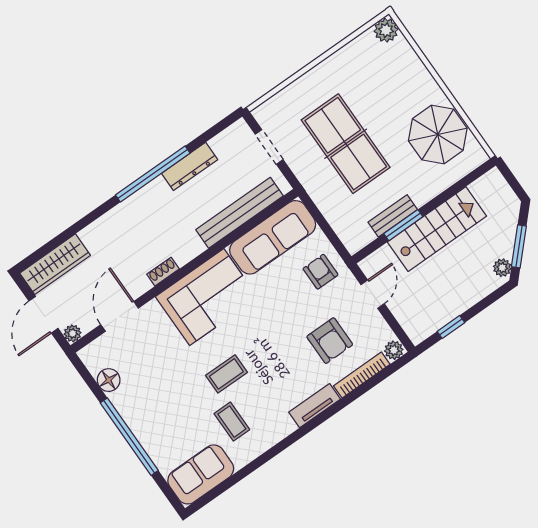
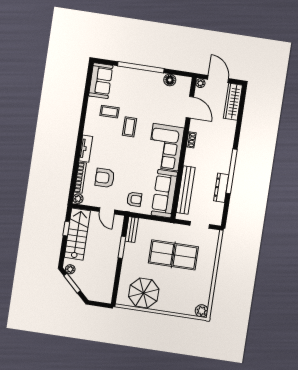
bench: (393, 216) -> (132, 230), moved
stairs: (437, 229) -> (77, 234), moved, turned 180

